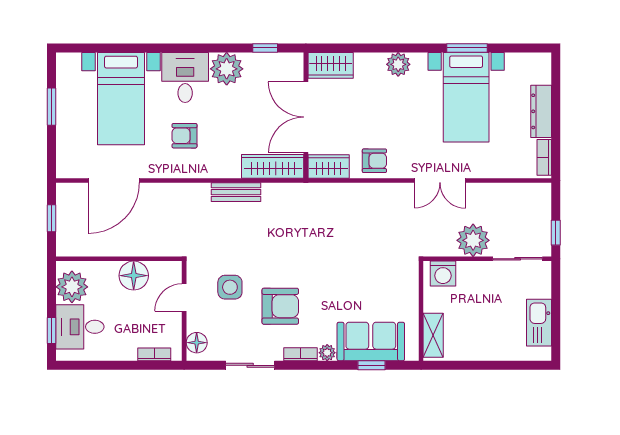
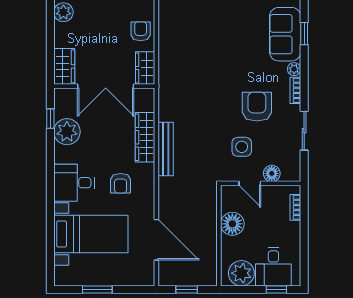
plant: (227, 69) -> (67, 132), moved
wardrobe: (273, 166) -> (145, 137), moved
bench: (236, 192) -> (166, 149), width x1.36
floor lamp: (197, 343) -> (272, 173), moved

